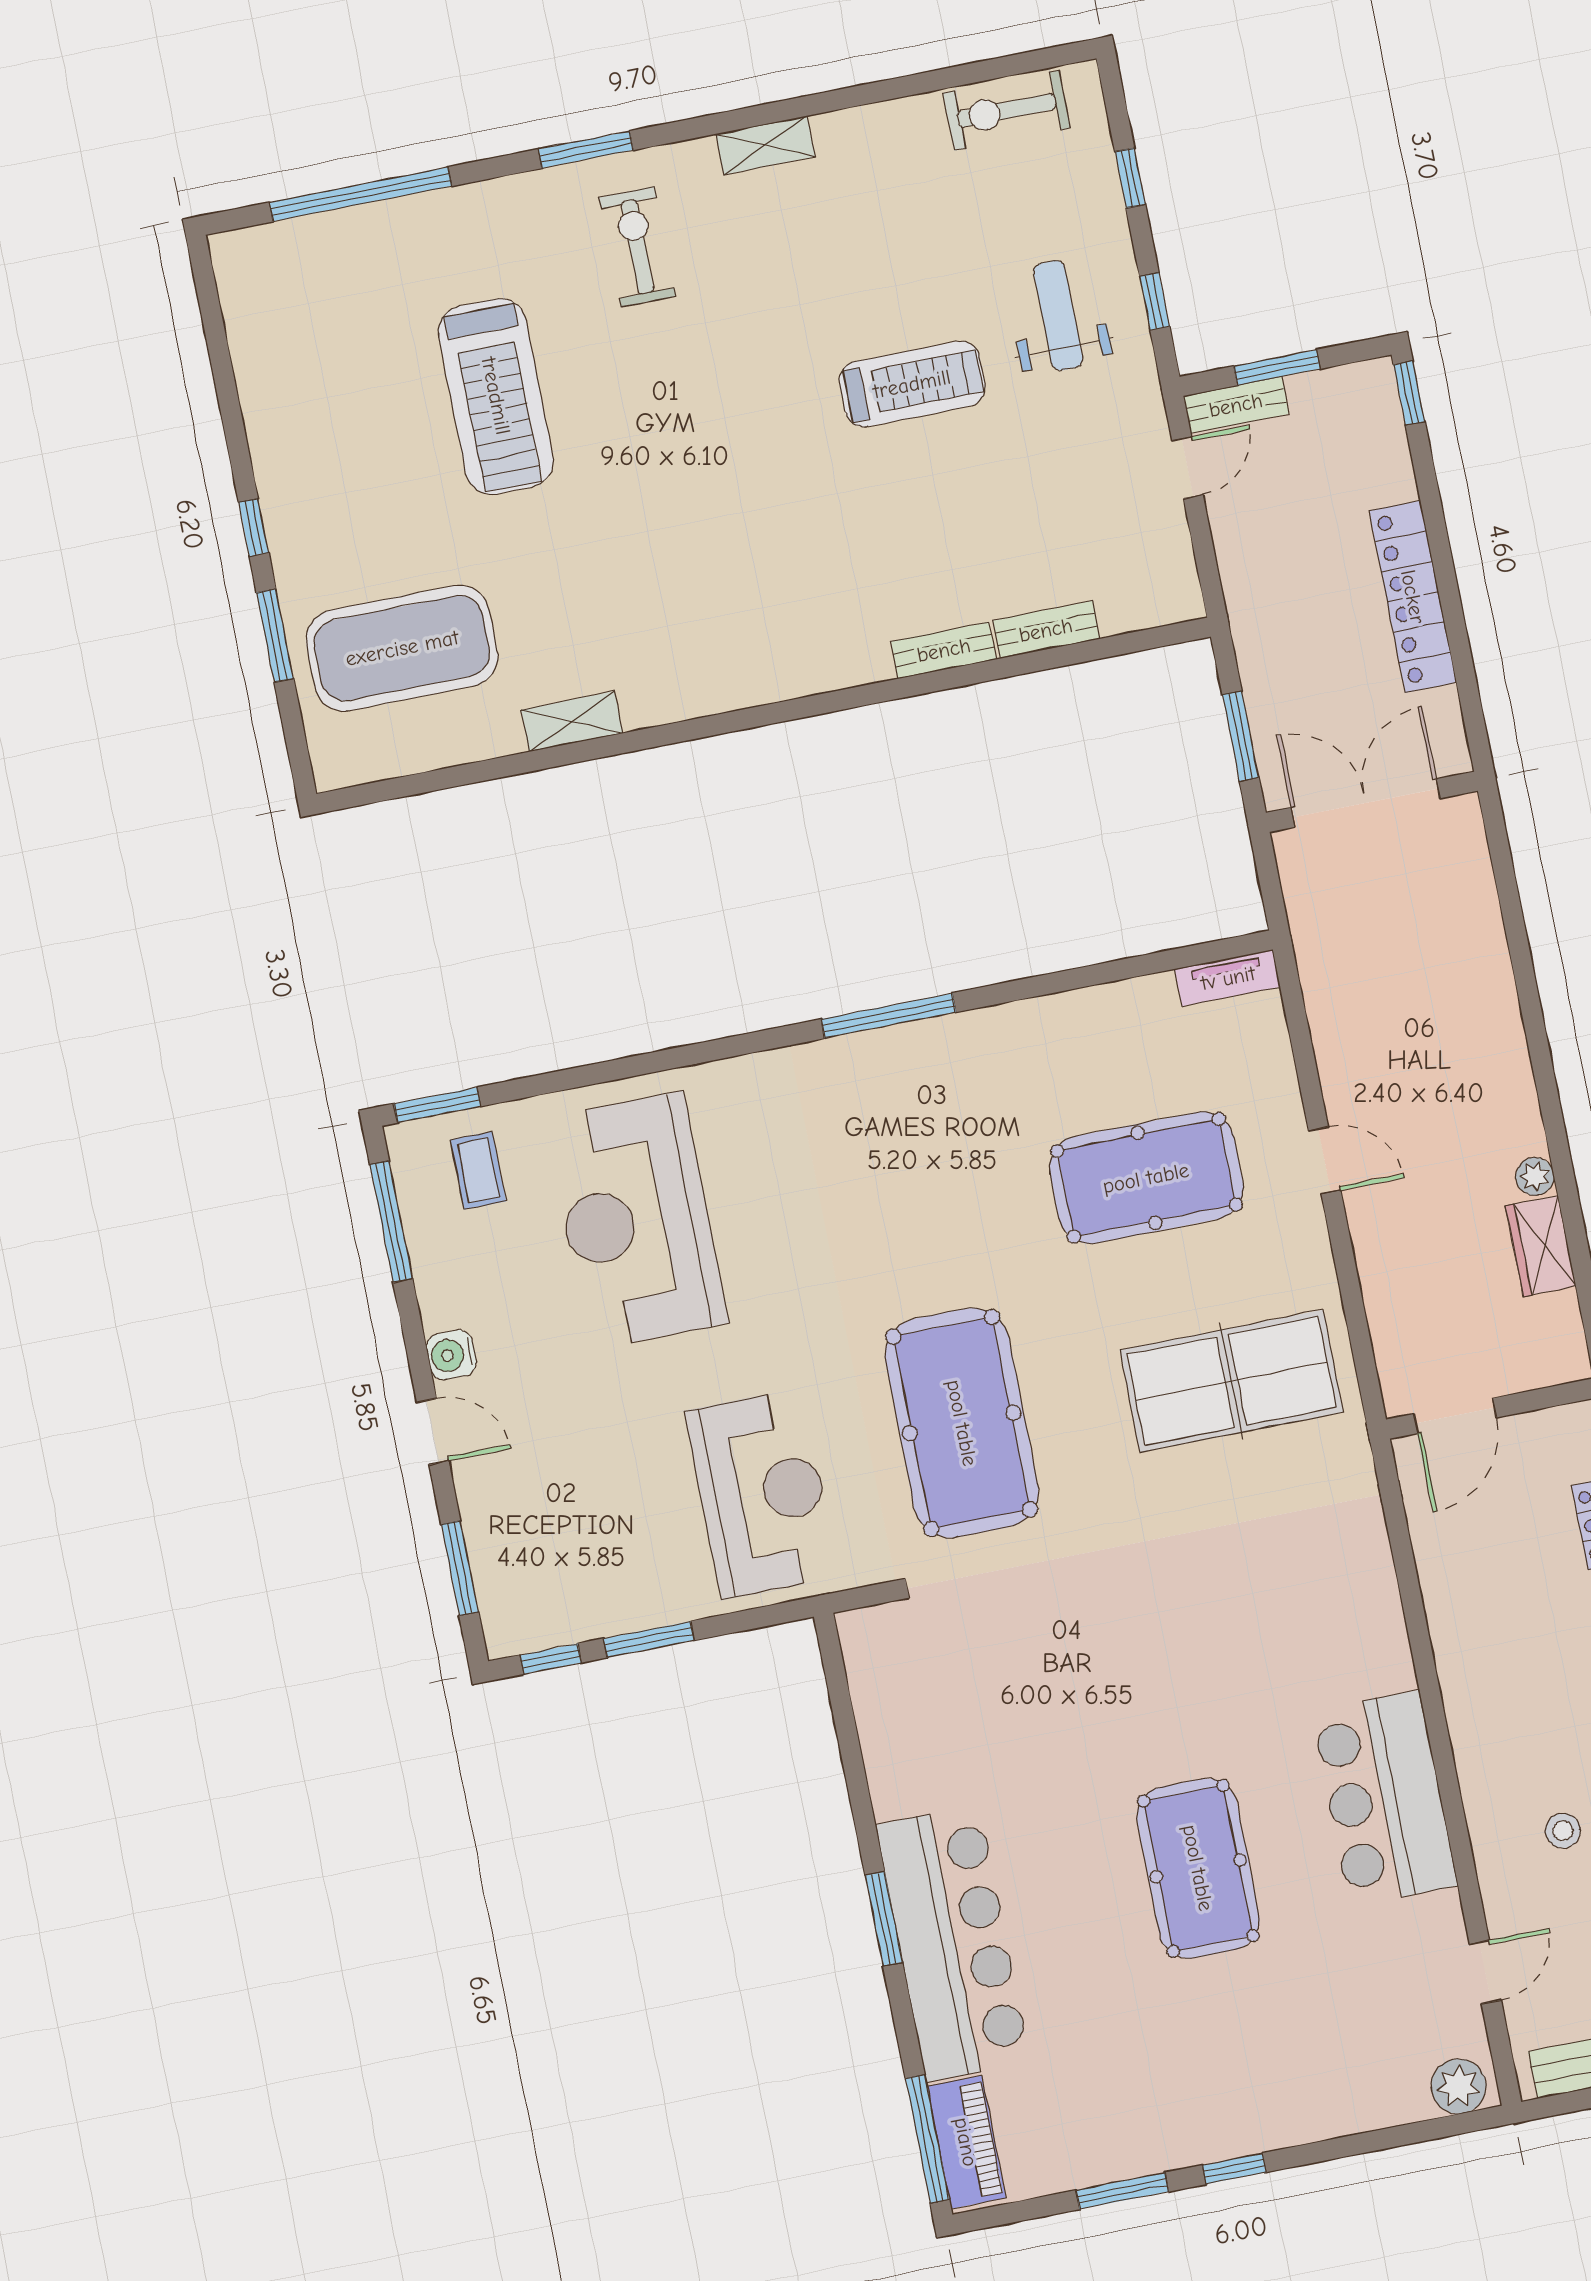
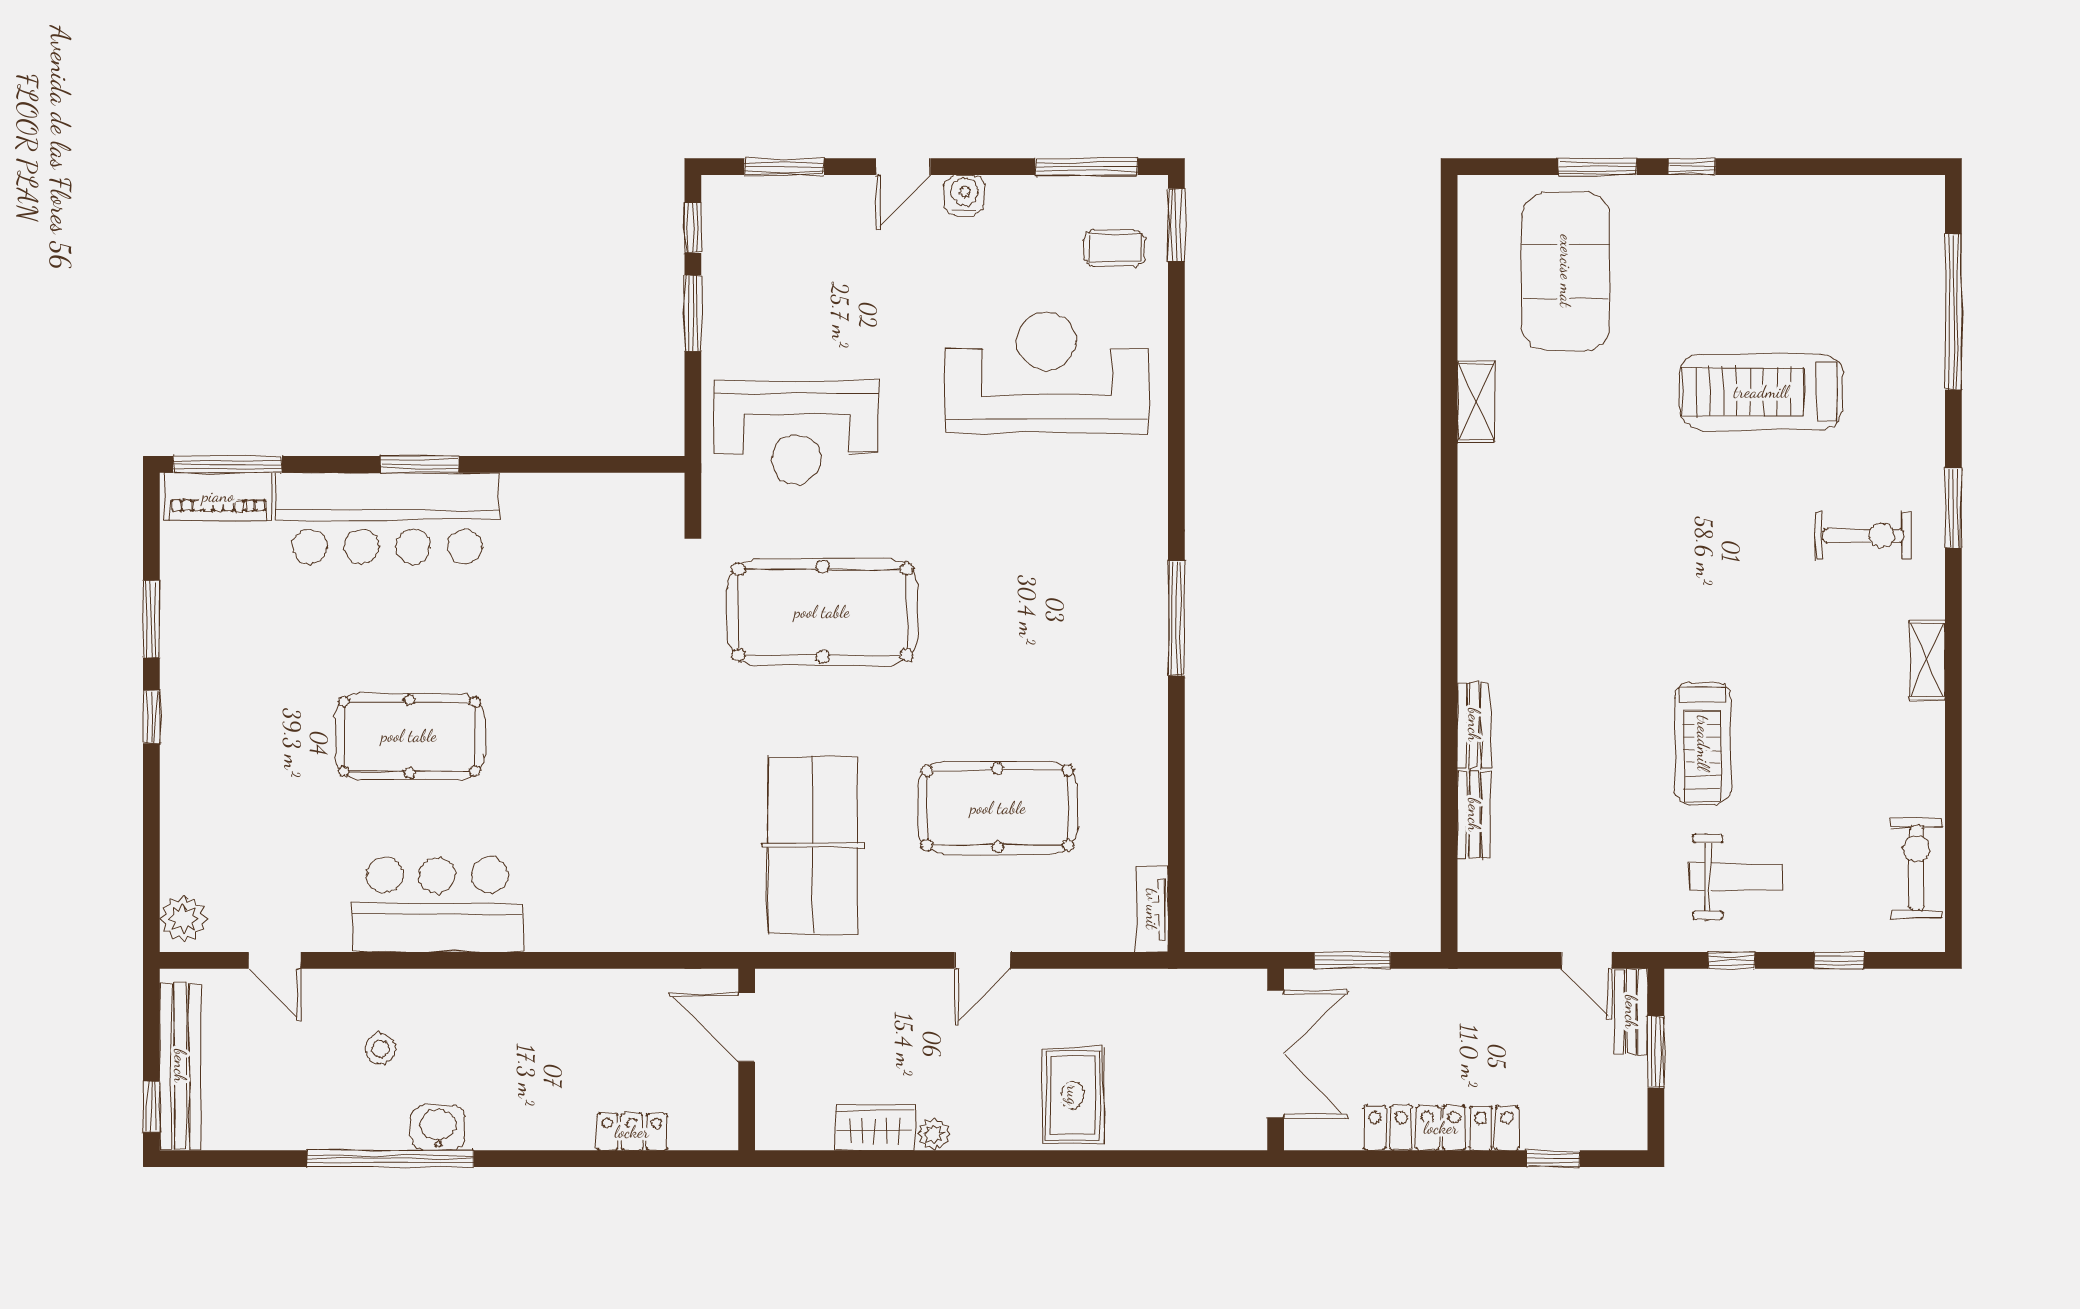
window: (1409, 393) -> (1553, 1159), moved
rug: (1459, 1026) -> (1073, 1095), added
pool table: (1146, 1178) -> (998, 808), turned 90

